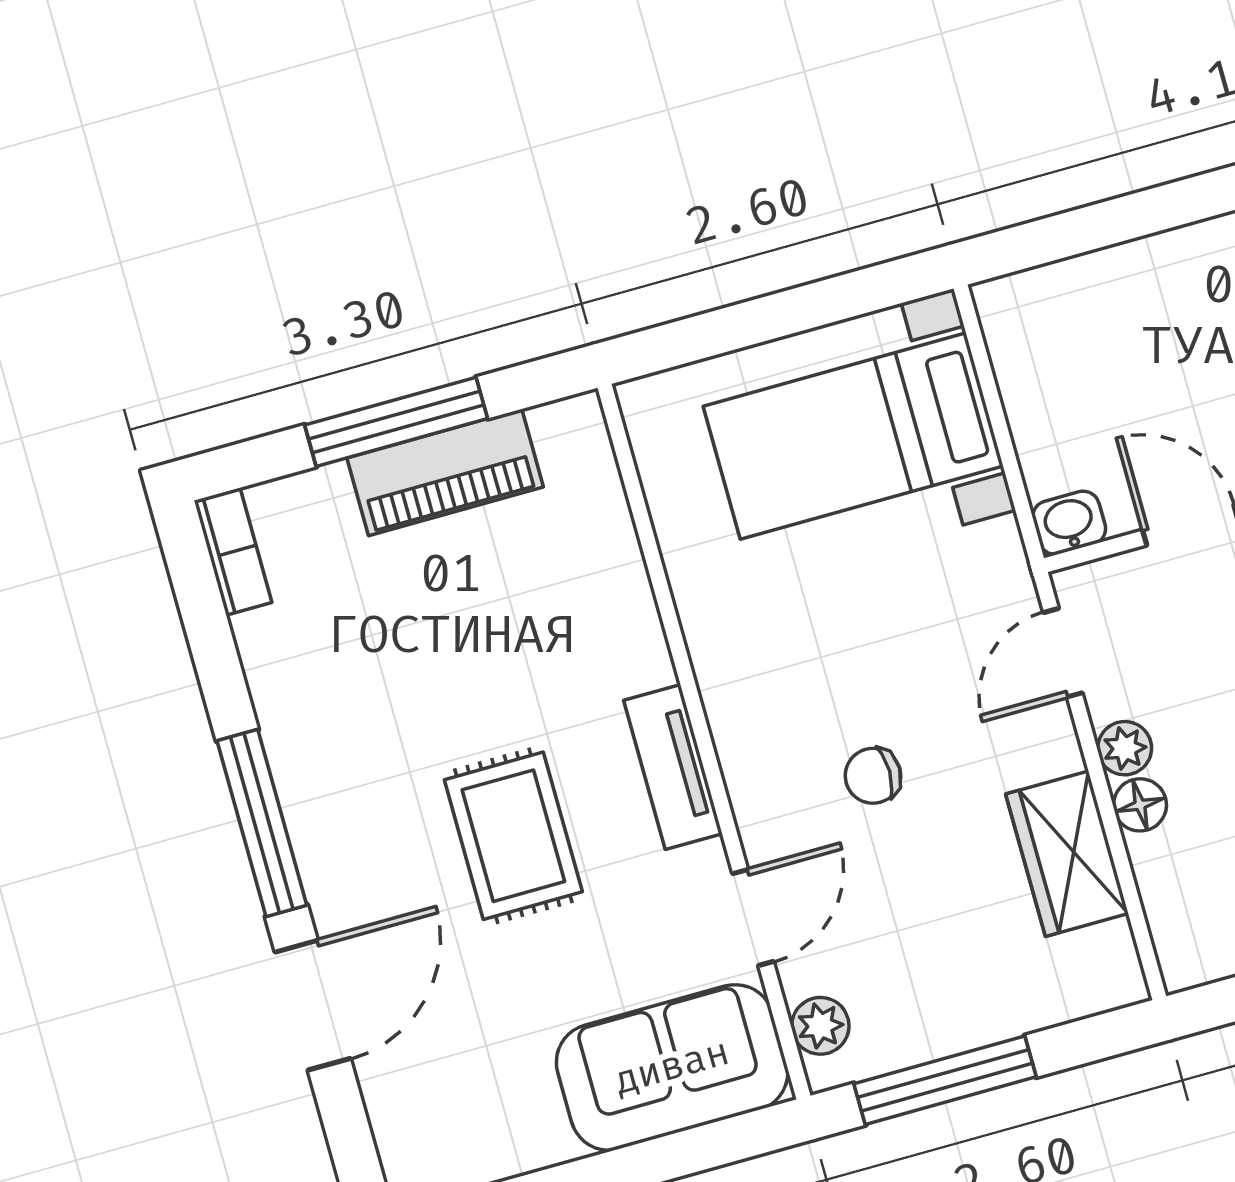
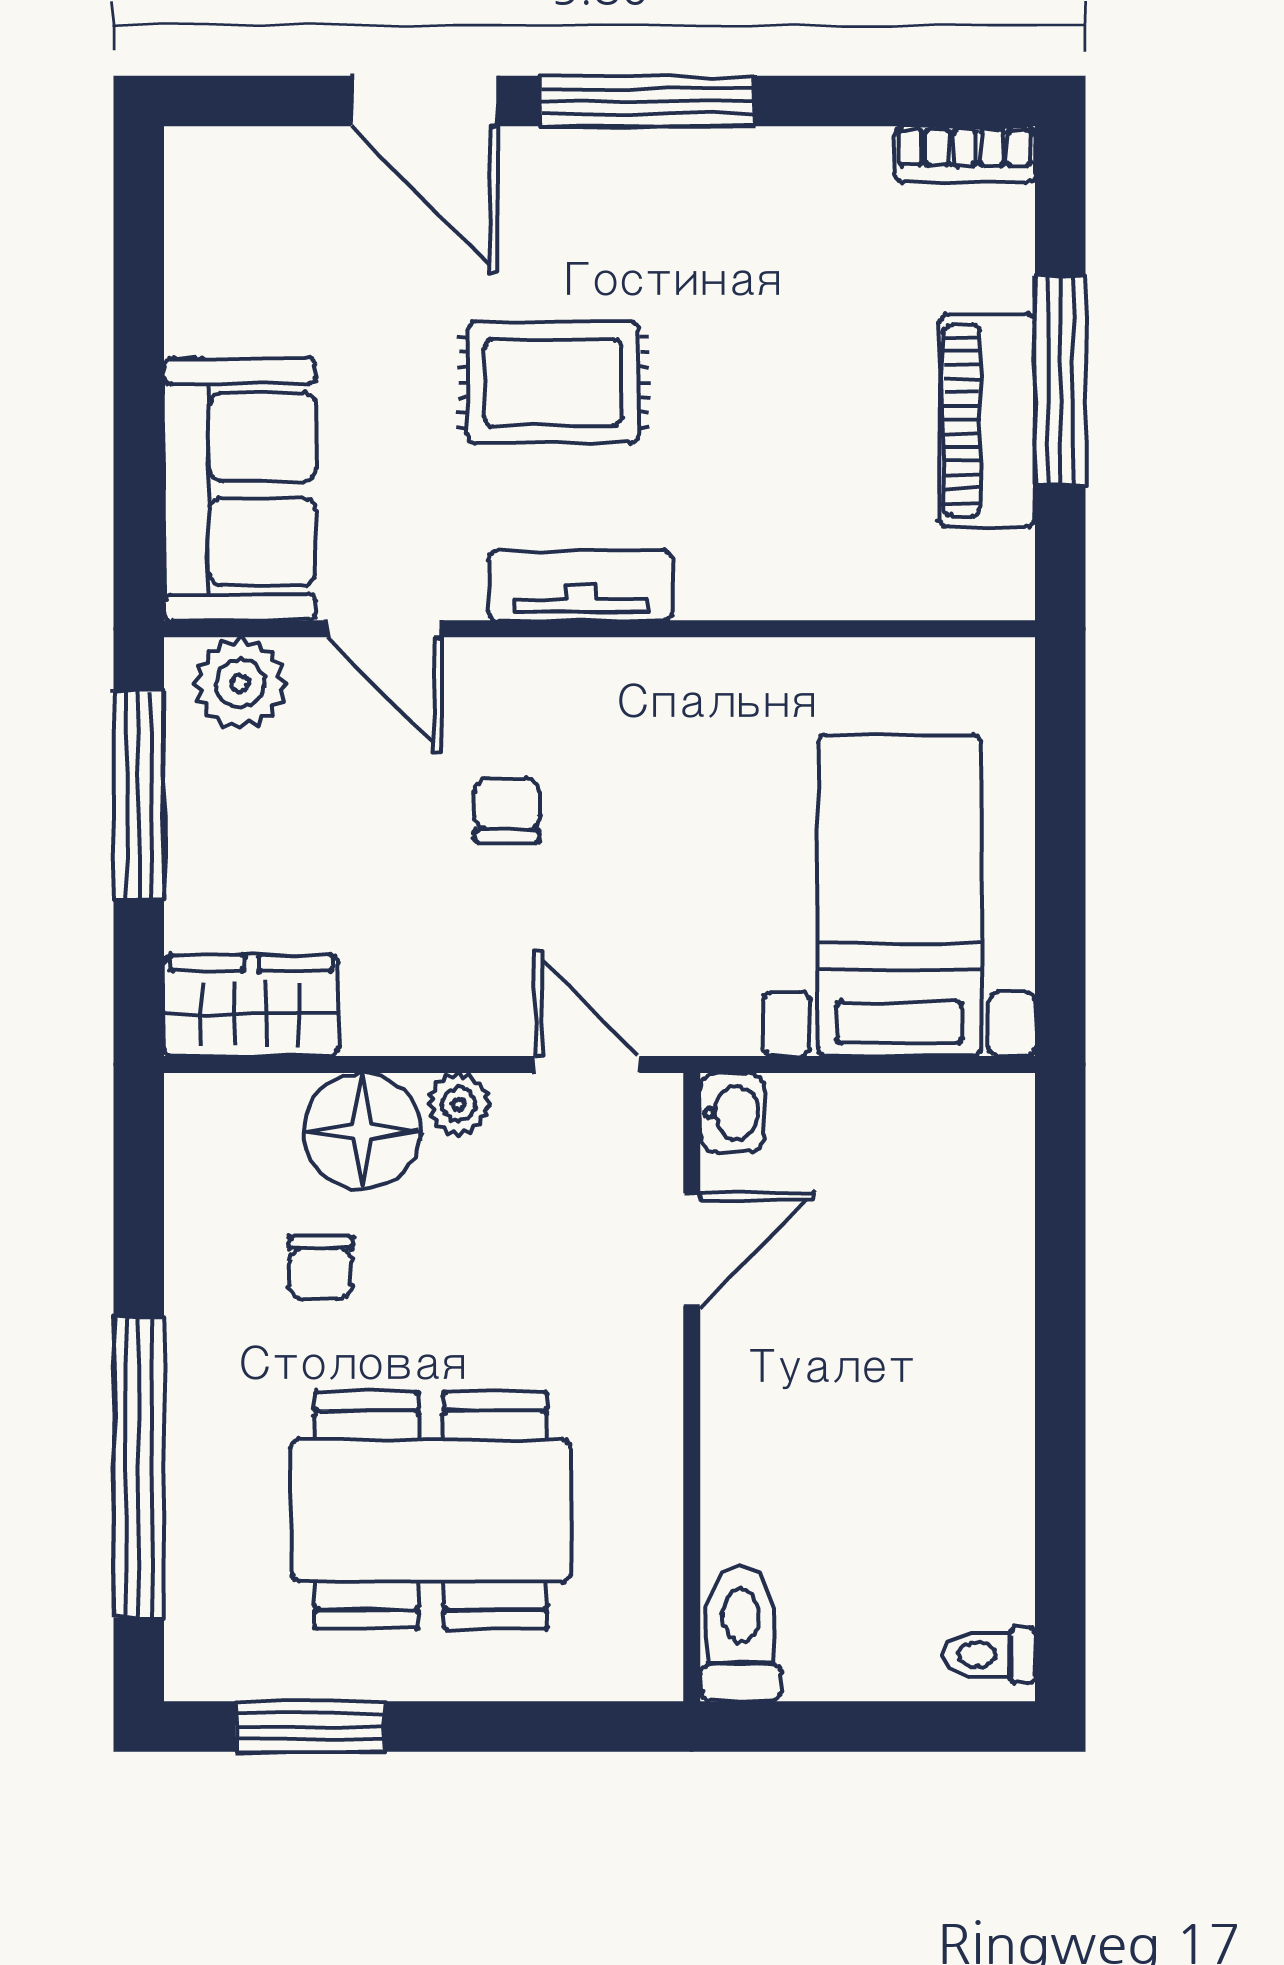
floor lamp: (1140, 805) -> (362, 1131), width x1.89, depth x1.89
wardrobe: (1067, 854) -> (251, 1005), moved
plant: (820, 1026) -> (240, 683), width x1.38, depth x1.38

